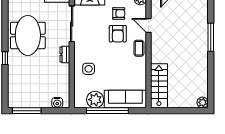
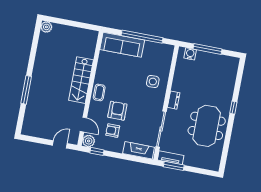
door: (148, 26) -> (83, 125), moved
stairs: (159, 86) -> (81, 80), moved
plant: (95, 100) -> (152, 50), removed
window: (27, 111) -> (208, 49), moved

